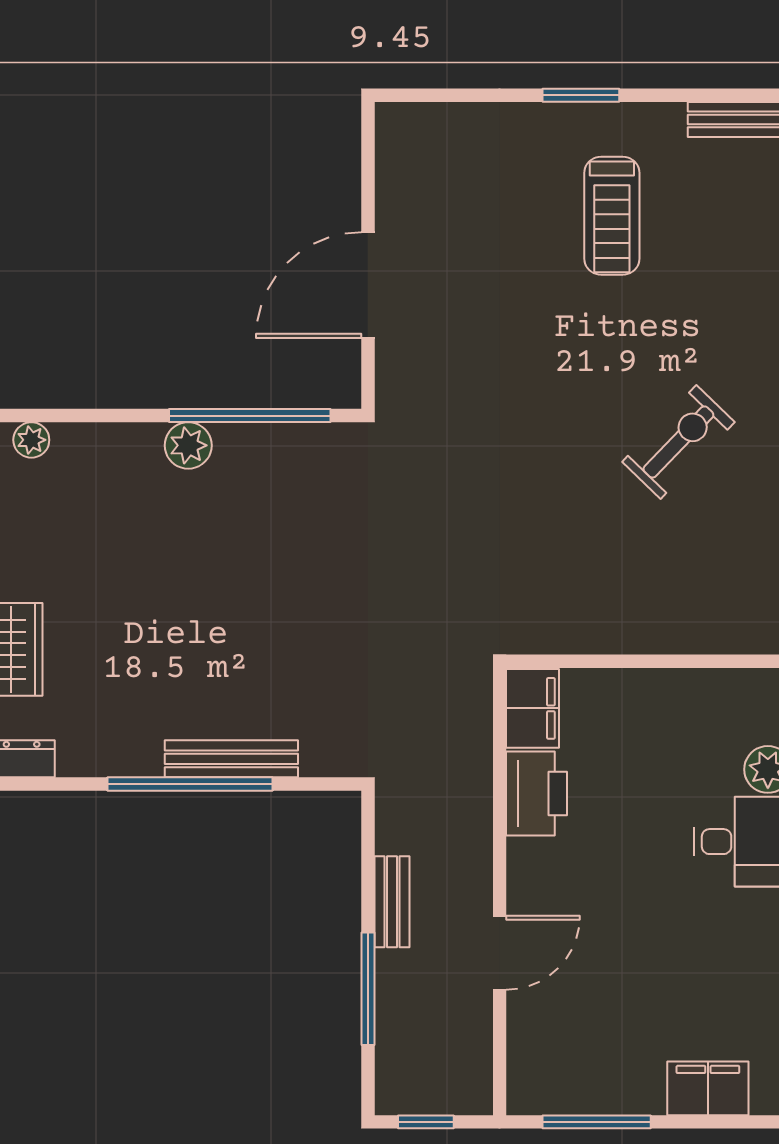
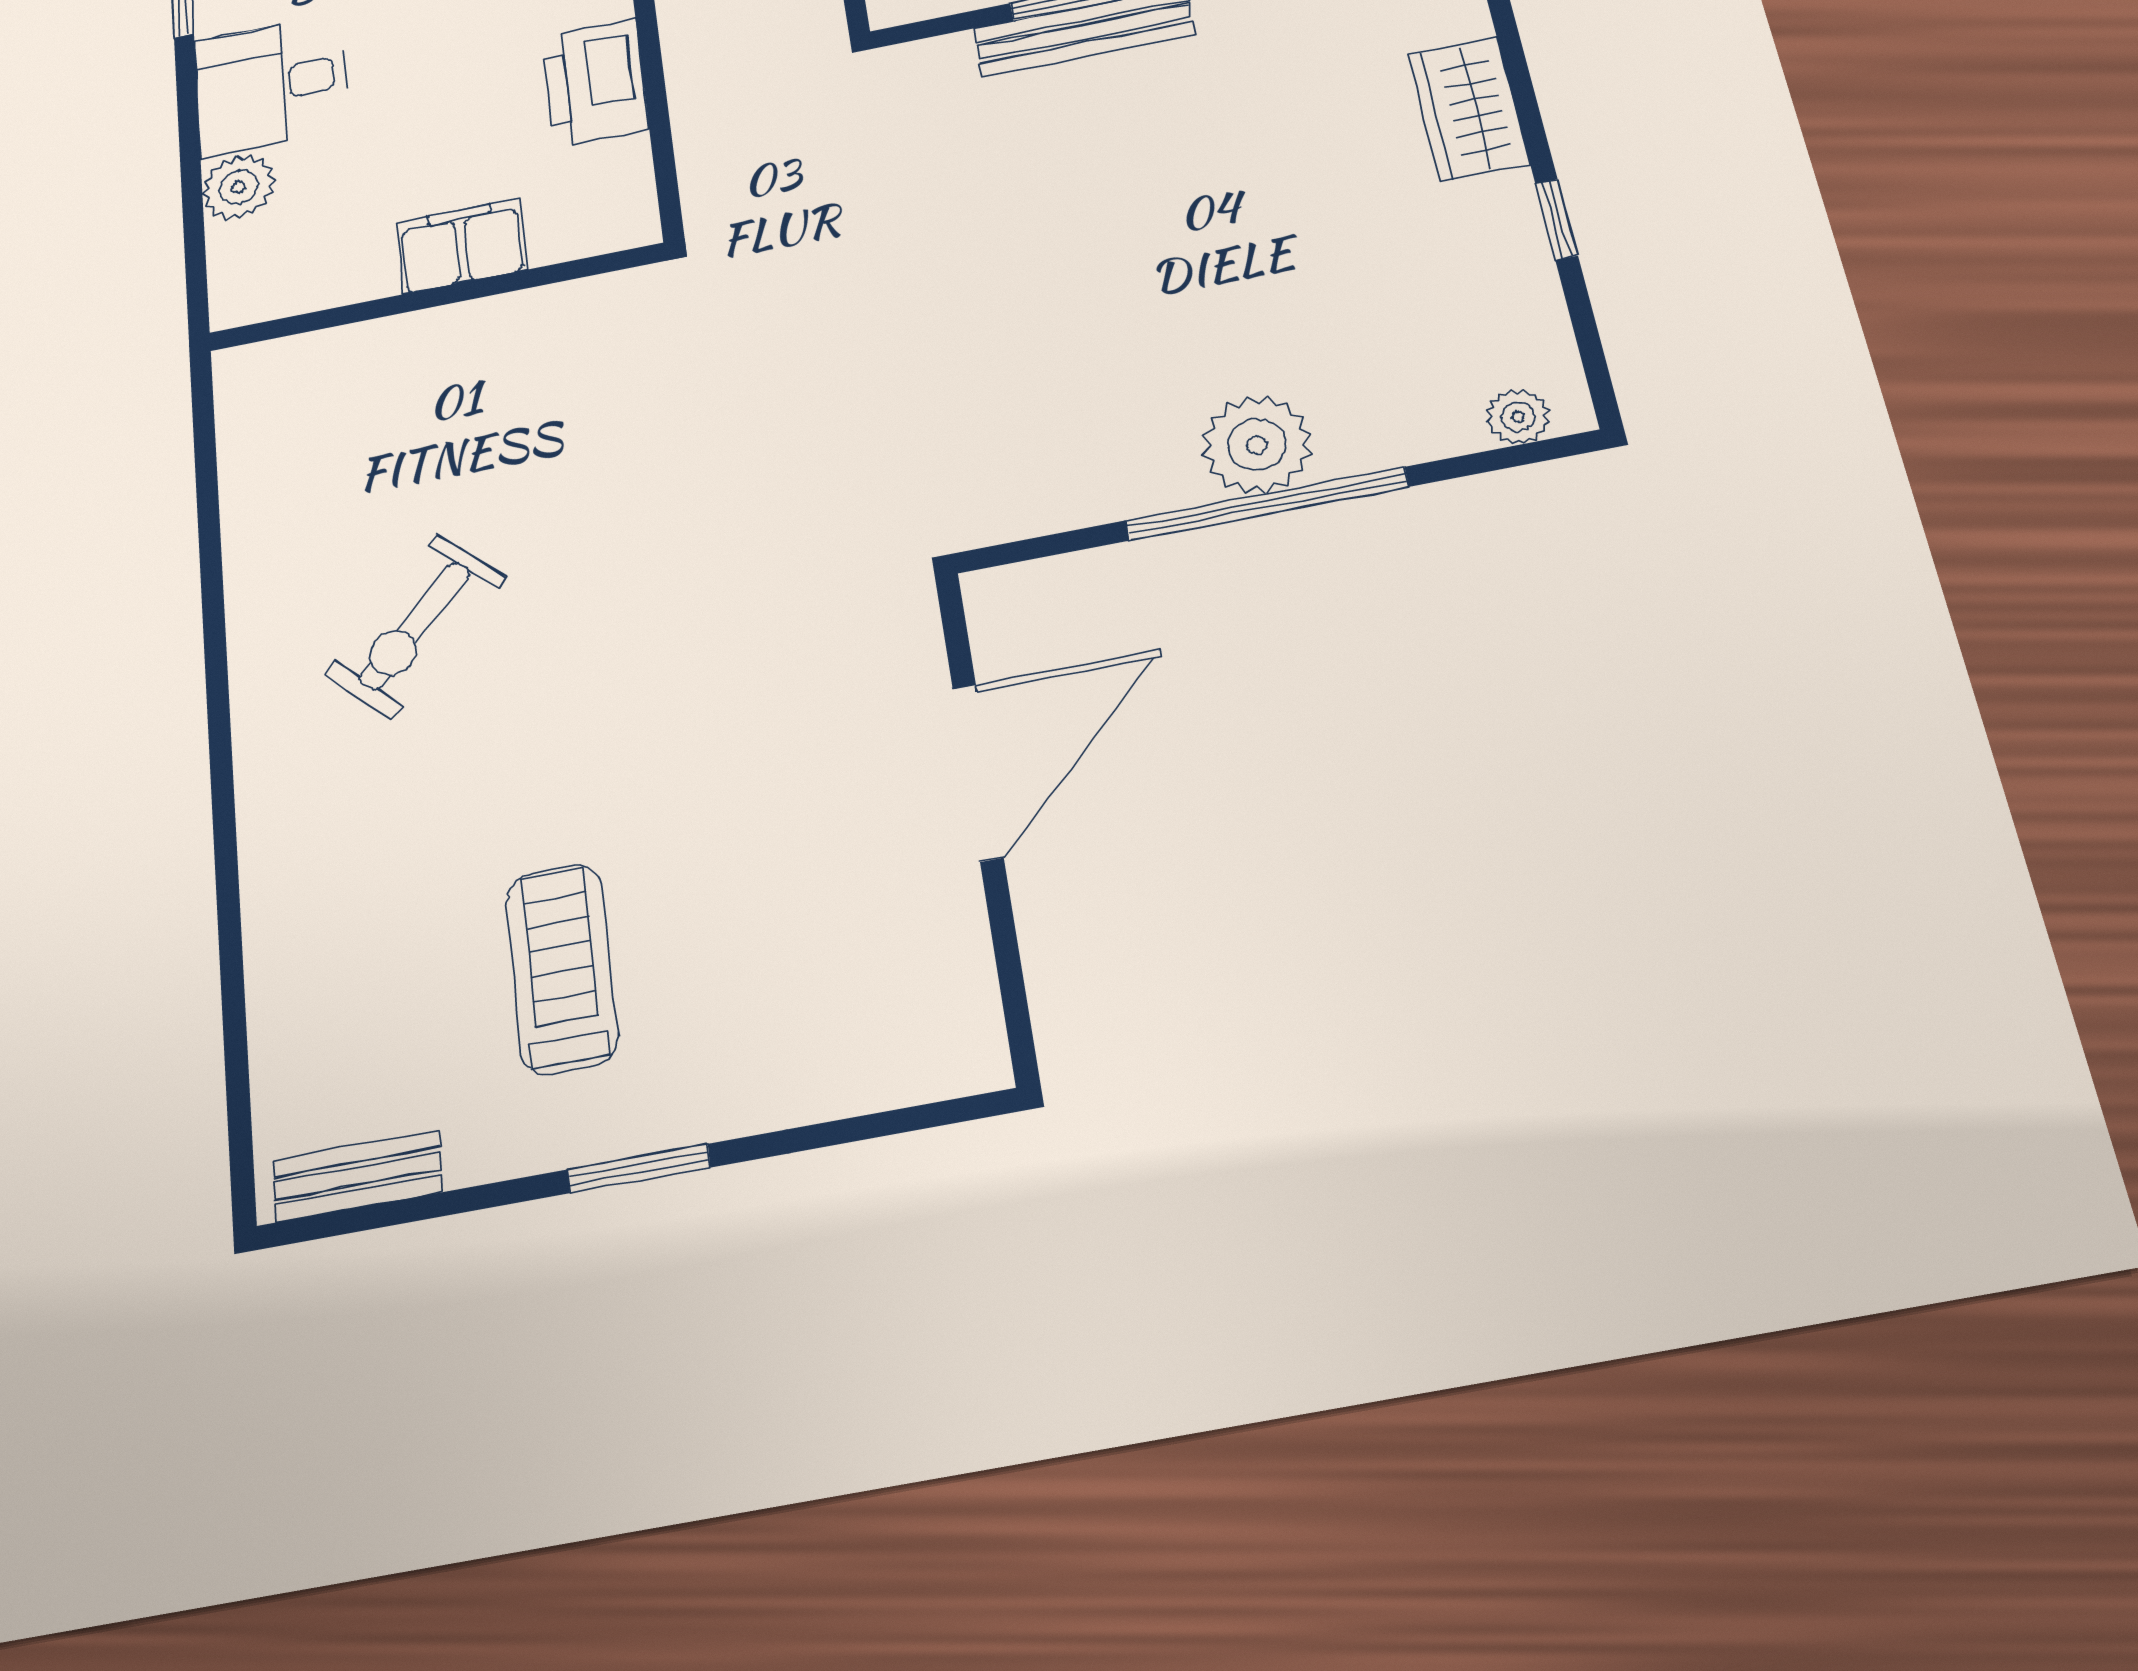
window: (250, 416) -> (1267, 504), moved
plant: (188, 445) -> (1257, 445), width x1.36, depth x1.36
filing cabinet: (532, 708) -> (462, 246), moved, turned 90

